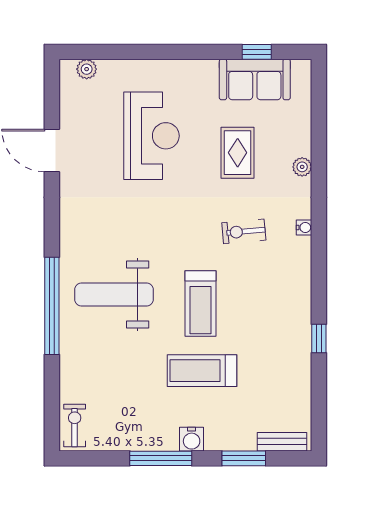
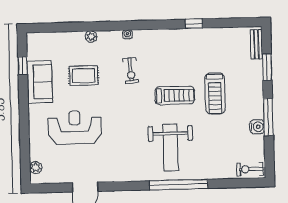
sofa: (255, 79) -> (40, 82), moved
water cooler: (192, 439) -> (257, 127), moved

